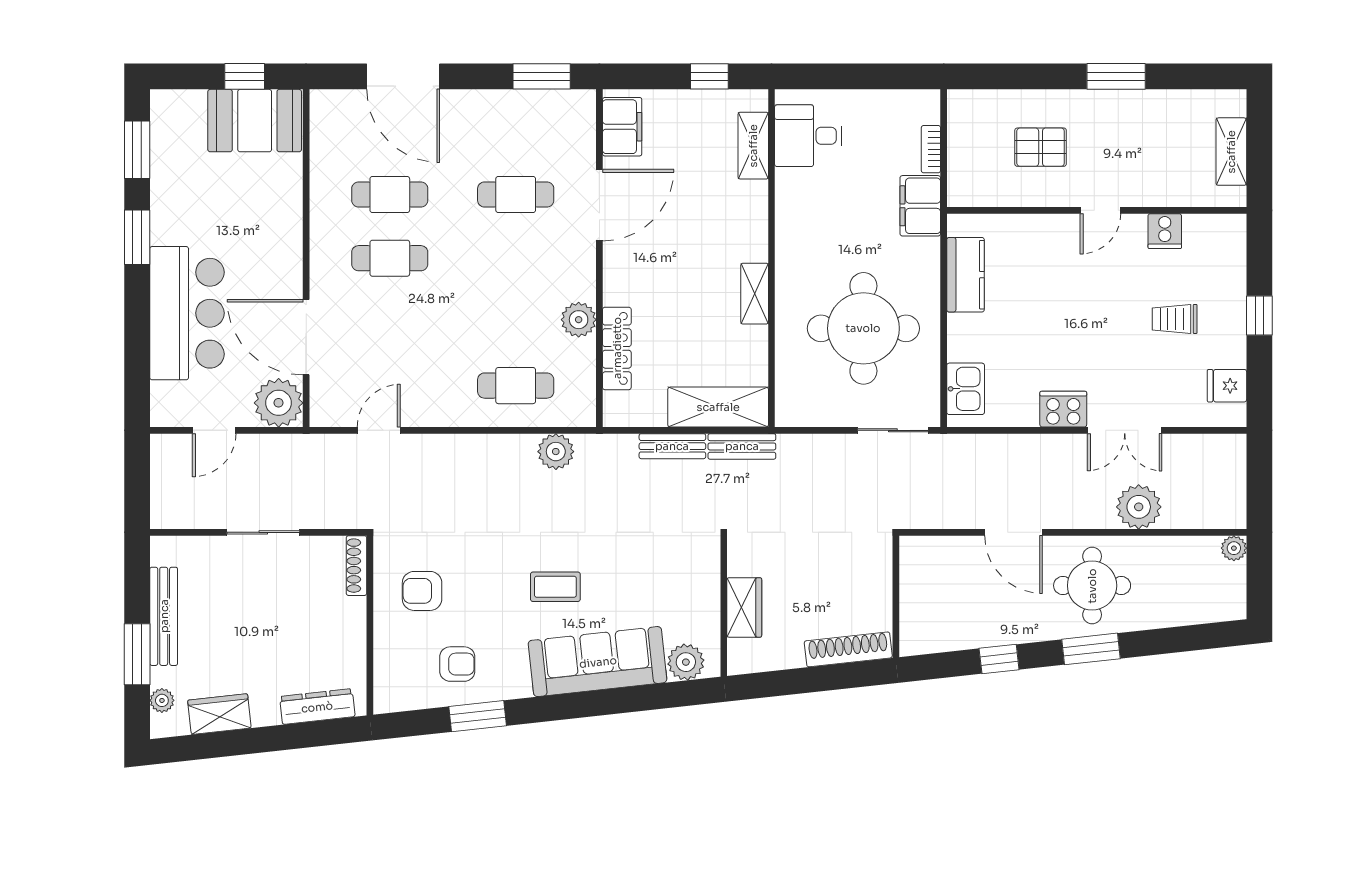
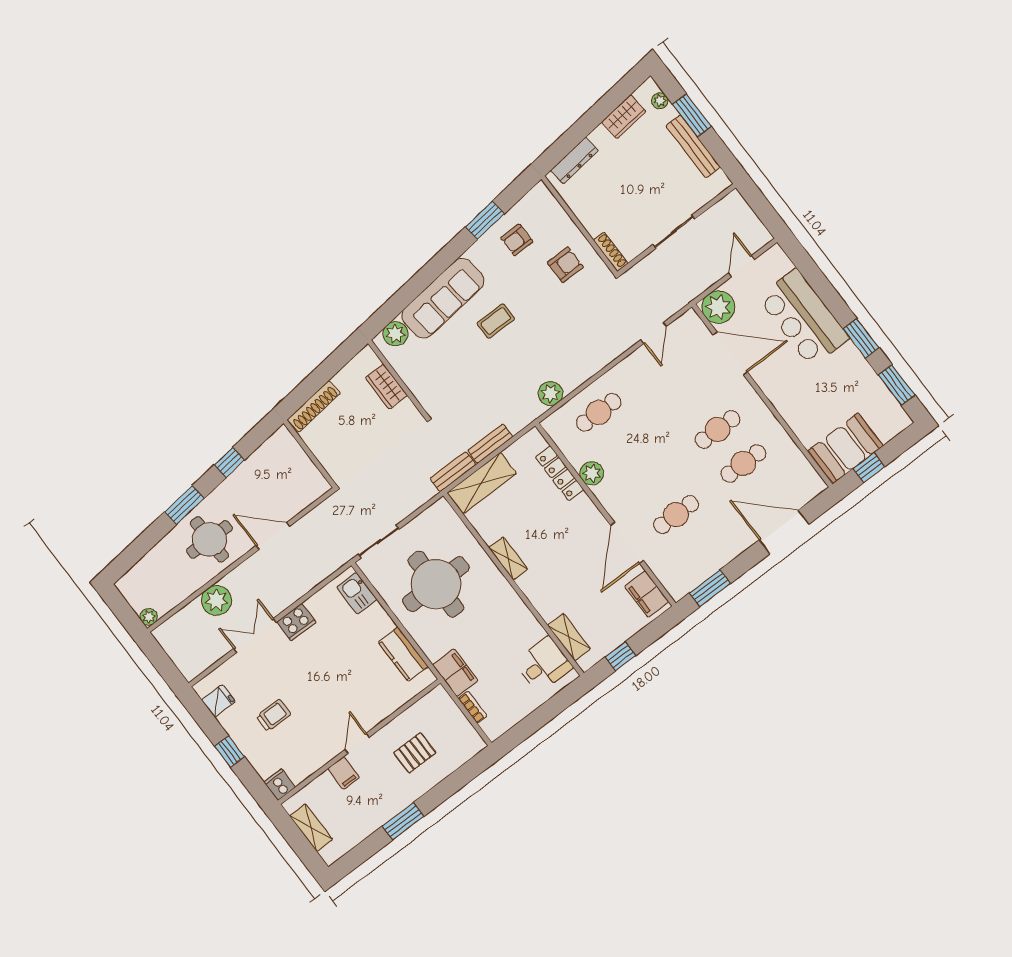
filing cabinet: (1143, 187) -> (344, 773), added
cooker: (1165, 231) -> (280, 785), moved

